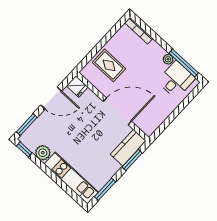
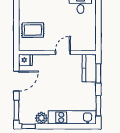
door: (117, 111) -> (63, 53), width x0.53

